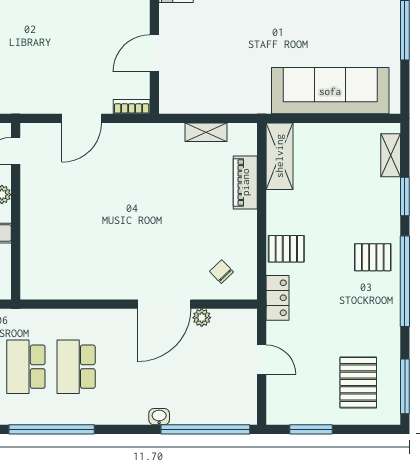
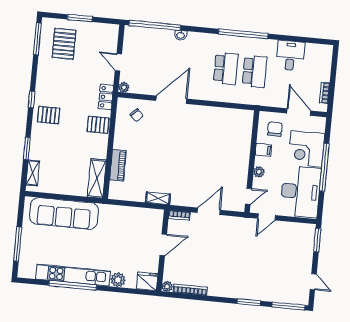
shelving: (206, 132) -> (158, 198), moved
window: (405, 281) -> (32, 99), width x0.32
plant: (202, 318) -> (124, 87), moved
window: (311, 429) -> (80, 18), moved

